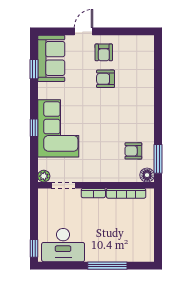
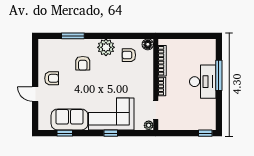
sofa: (51, 58) -> (69, 119), moved
armchair: (106, 79) -> (83, 63), moved
plant: (143, 122) -> (106, 47), added
armchair: (133, 151) -> (129, 55), turned 90
window: (158, 159) -> (73, 36), moved
desk: (63, 245) -> (203, 82), moved

